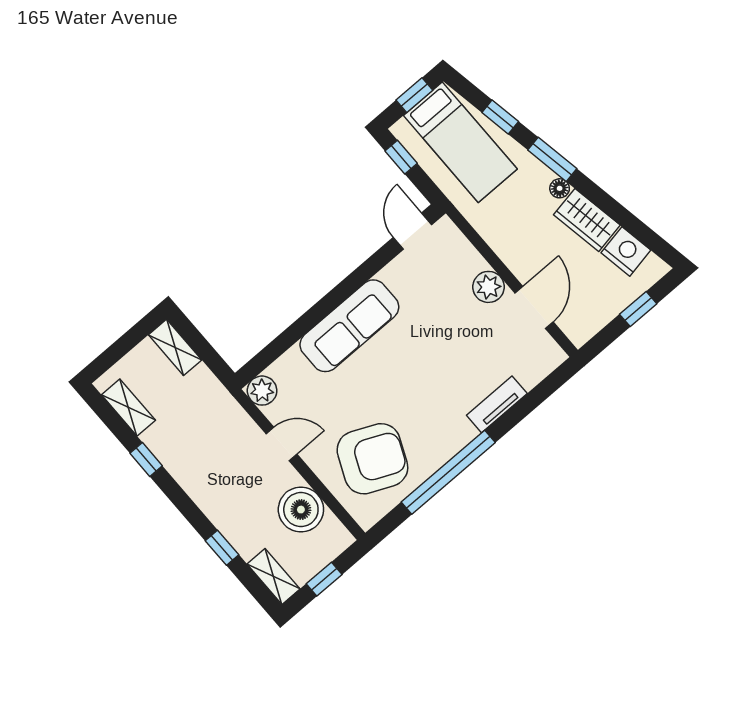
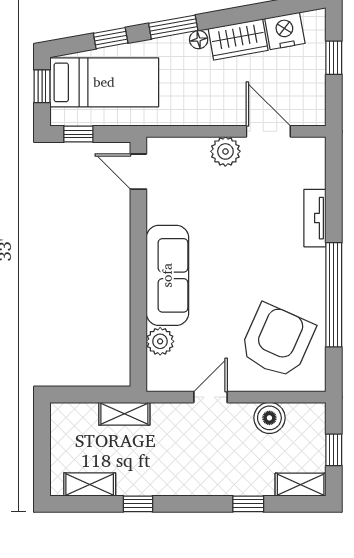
shelving: (175, 347) -> (124, 414), moved
plant: (262, 391) -> (160, 341), moved
boiler: (301, 510) -> (269, 418), width x0.73, depth x0.73

